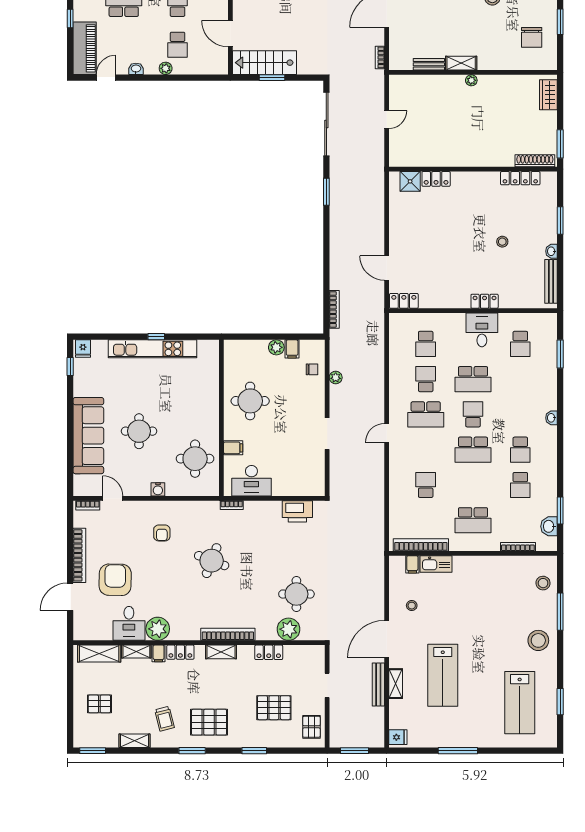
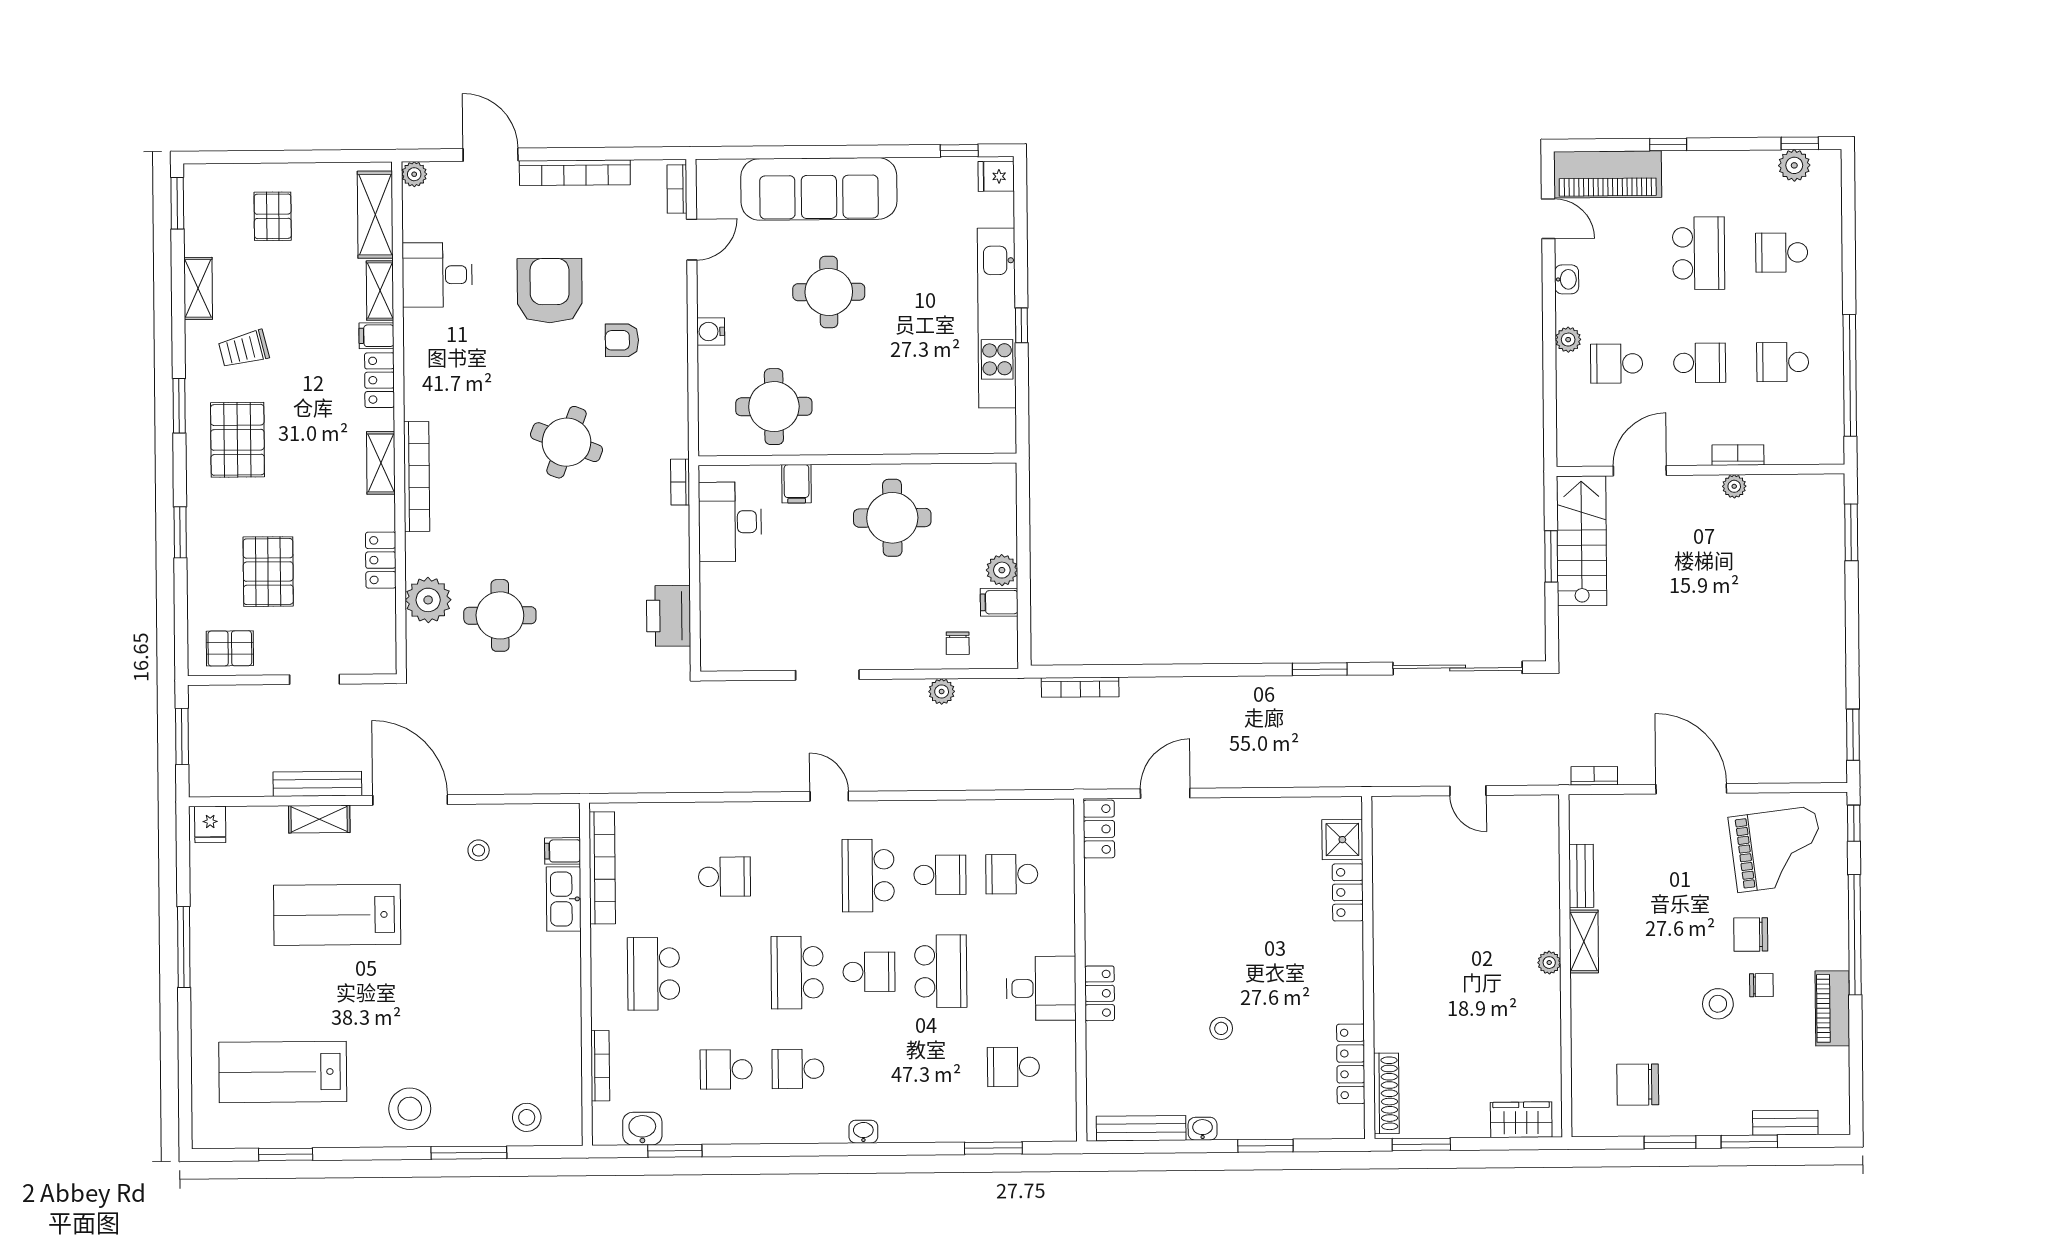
school desk: (473, 379) -> (941, 971), turned 180
armchair: (115, 580) -> (550, 291), moved, turned -91
plant: (158, 629) -> (414, 174), moved, width x0.53, depth x0.53

